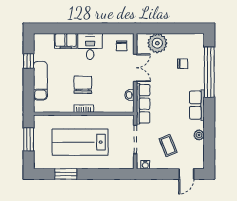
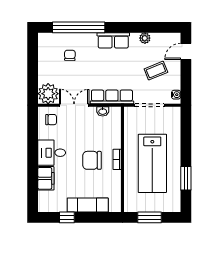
plant: (157, 43) -> (48, 94), moved
door: (186, 174) -> (186, 51), swing flipped

